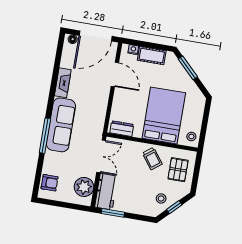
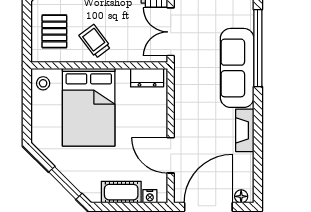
window: (45, 136) -> (258, 48), width x1.46

